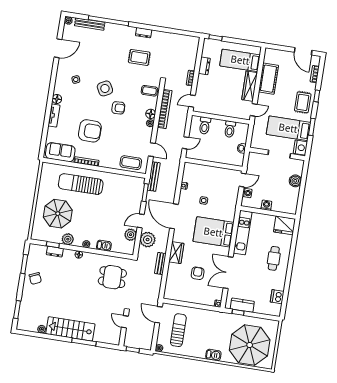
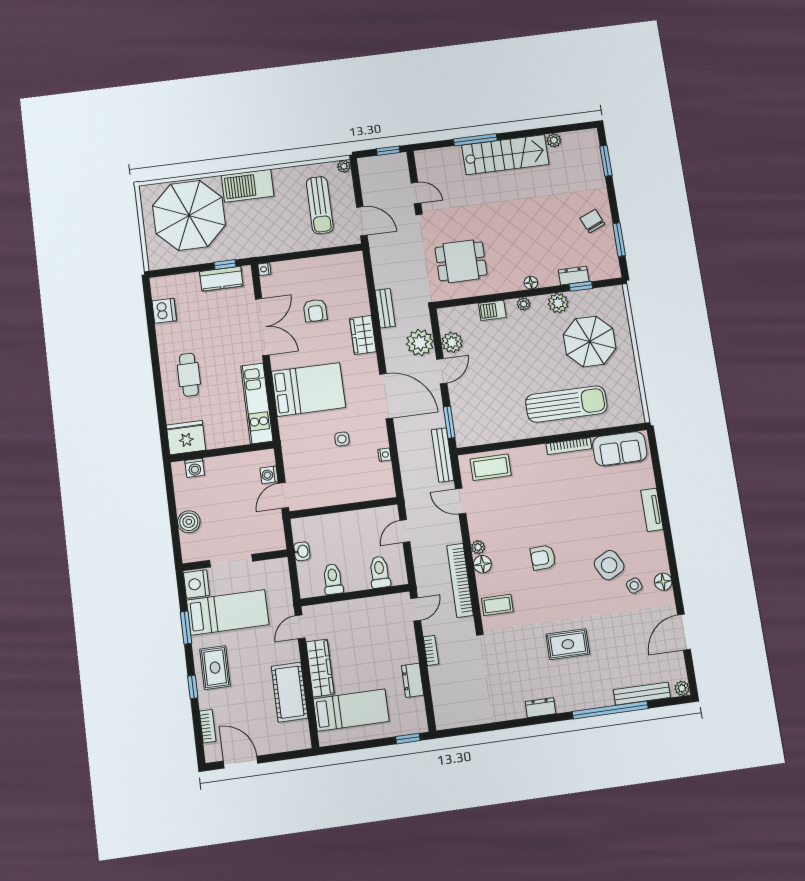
rug: (139, 57) -> (568, 644), moved
side table: (105, 88) -> (609, 565), moved
floor lamp: (57, 99) -> (663, 582), moved
armchair: (90, 131) -> (580, 502), removed
washing machine: (266, 205) -> (195, 468), moved
barbecue: (213, 355) -> (248, 186), width x1.88, depth x1.53

